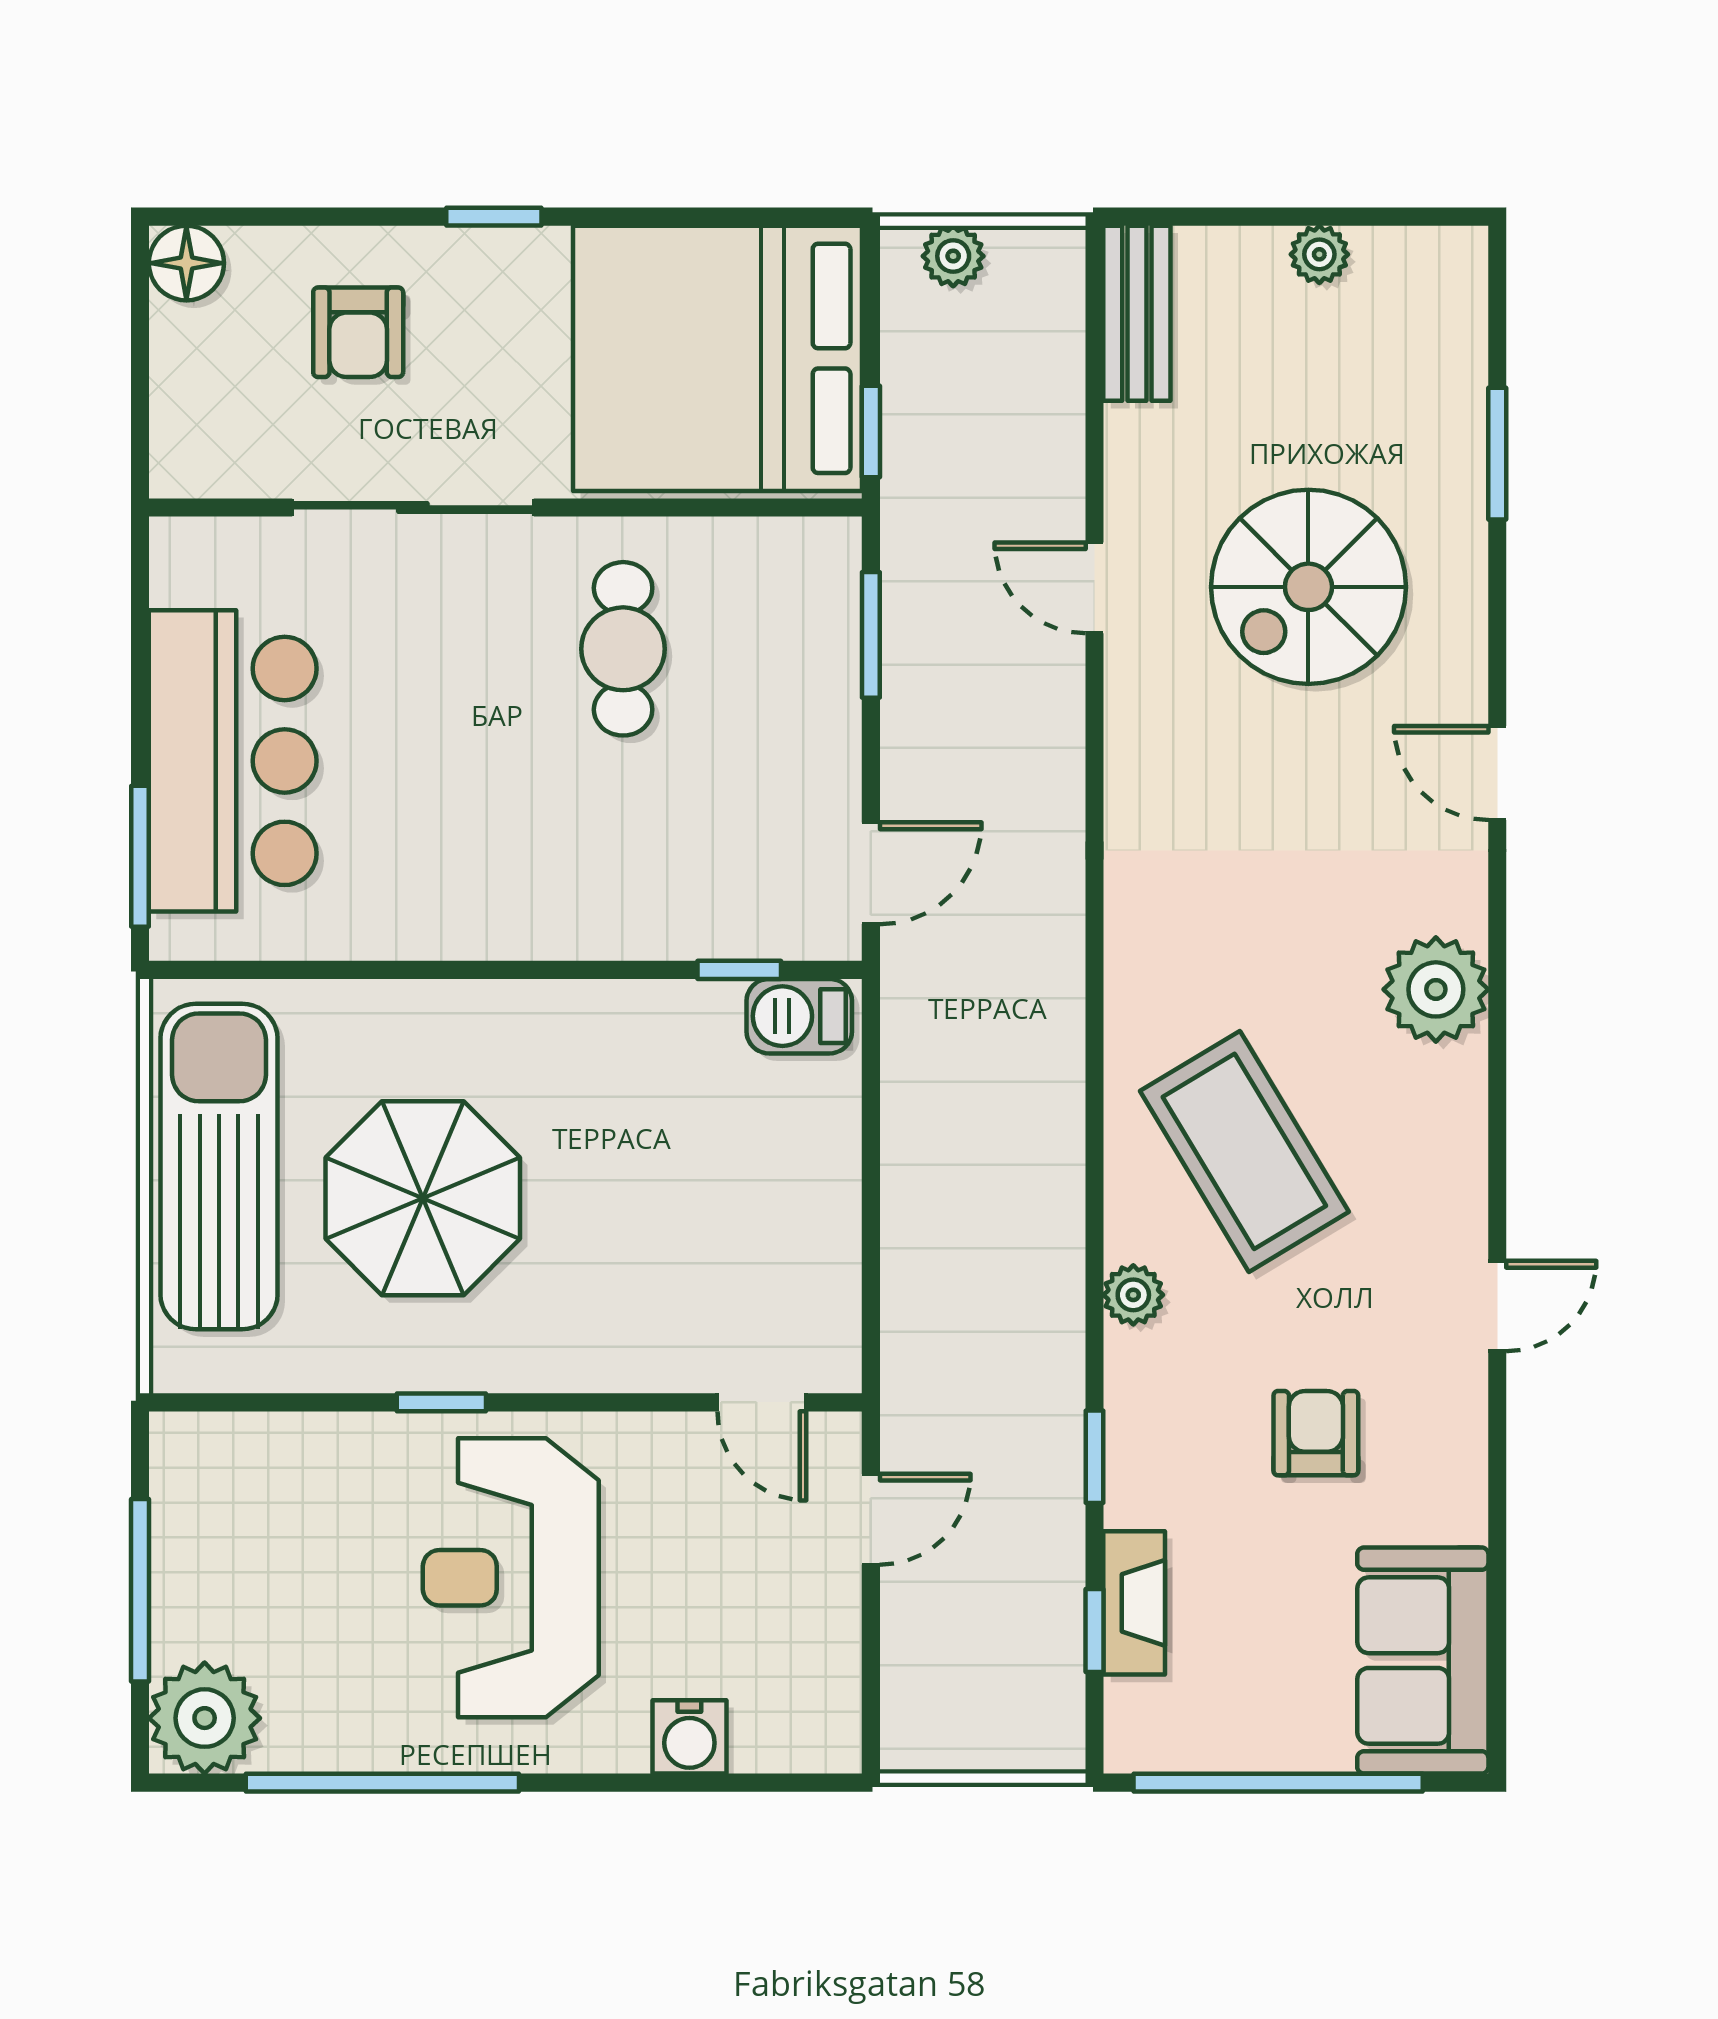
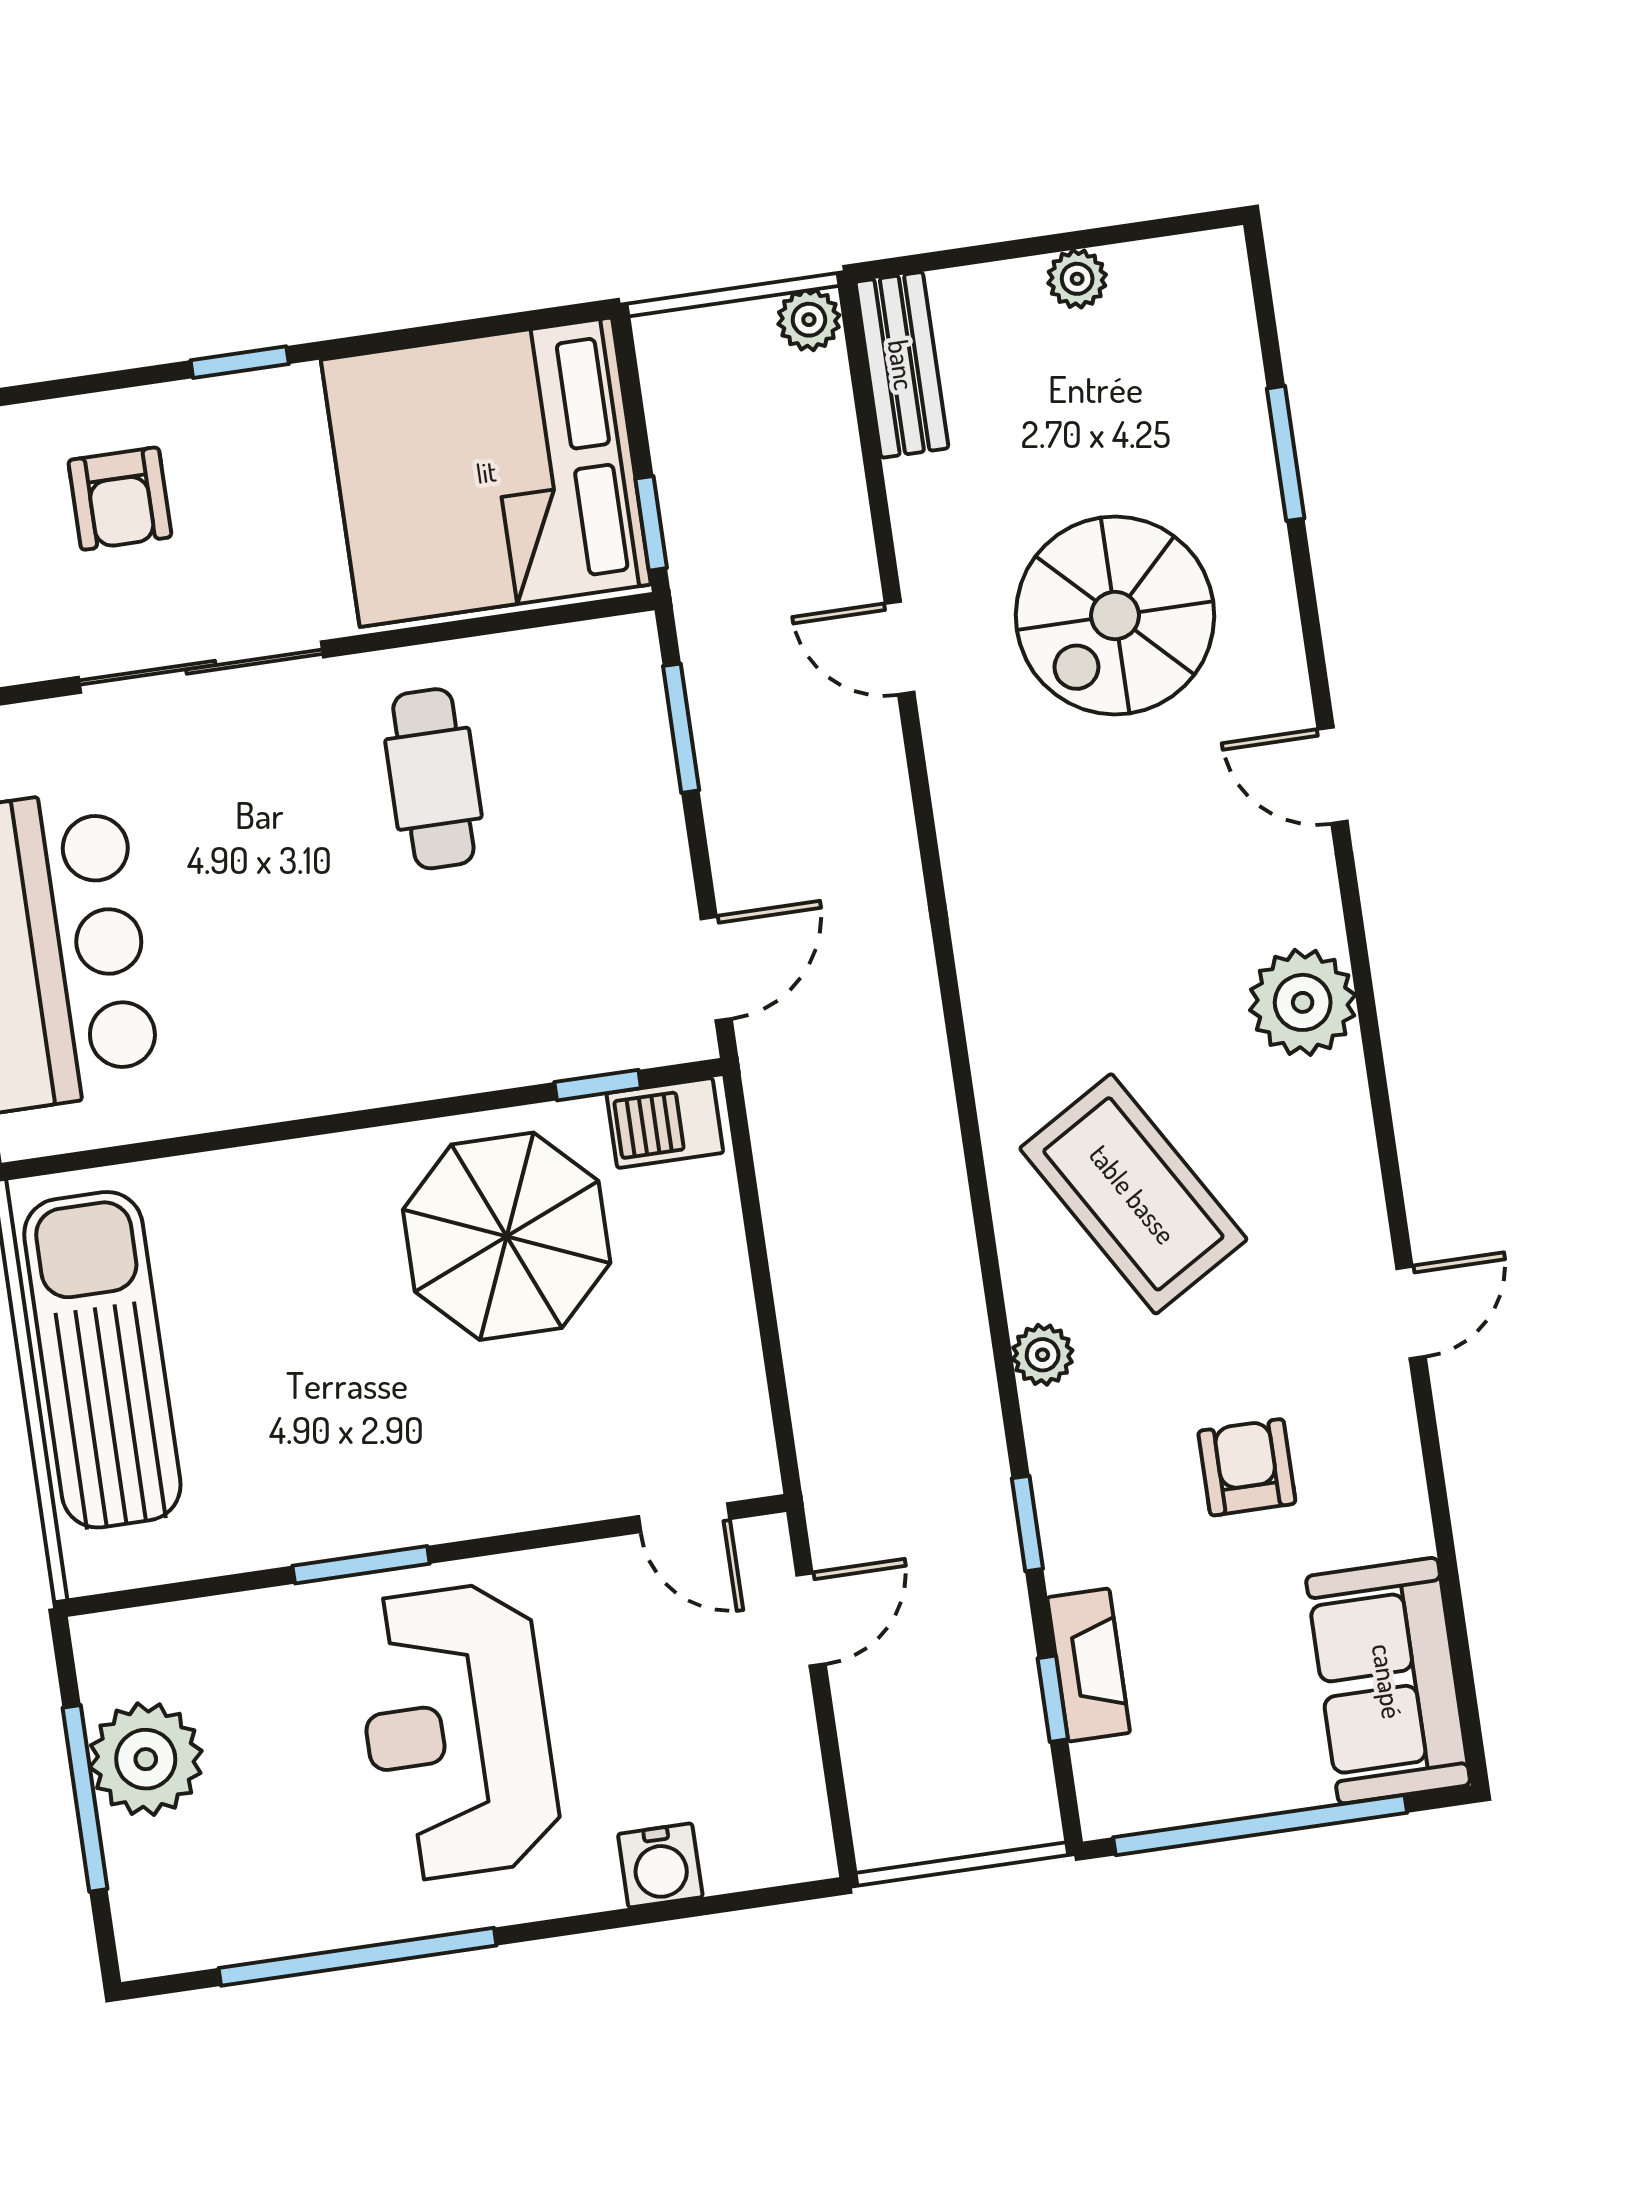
plant: (953, 256) -> (809, 320), moved
parasol: (423, 1198) -> (507, 1236), moved
window: (441, 1402) -> (361, 1565), width x1.50
plant: (205, 1718) -> (146, 1759), moved

